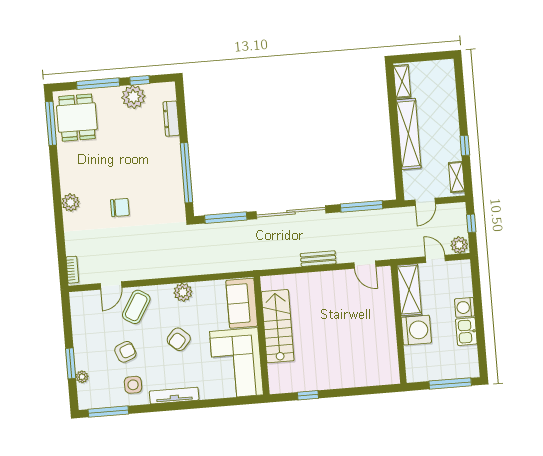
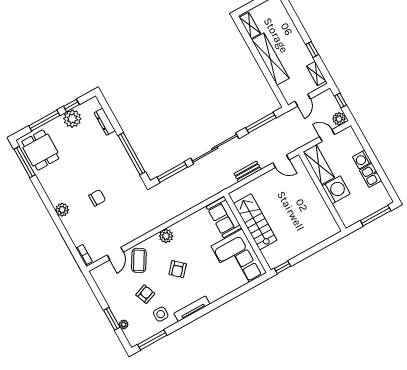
sofa: (242, 303) -> (224, 217), moved
stairs: (278, 326) -> (255, 222), moved
wall: (262, 336) -> (247, 233), moved
corner sofa: (236, 363) -> (239, 259), moved

